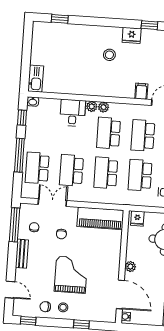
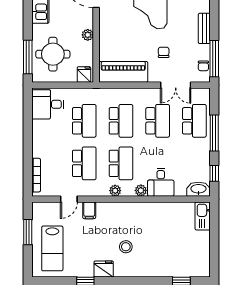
washbasin: (33, 101) -> (198, 189), width x1.91, depth x1.45
plant: (104, 107) -> (115, 191), moved
chair: (34, 227) -> (203, 66), moved
plant: (130, 267) -> (88, 35), moved

